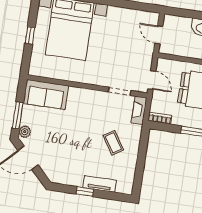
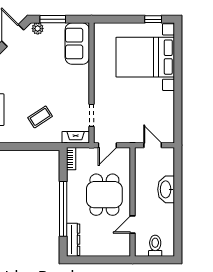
window: (30, 35) -> (153, 19), moved
door: (159, 35) -> (153, 145), hinge flipped

